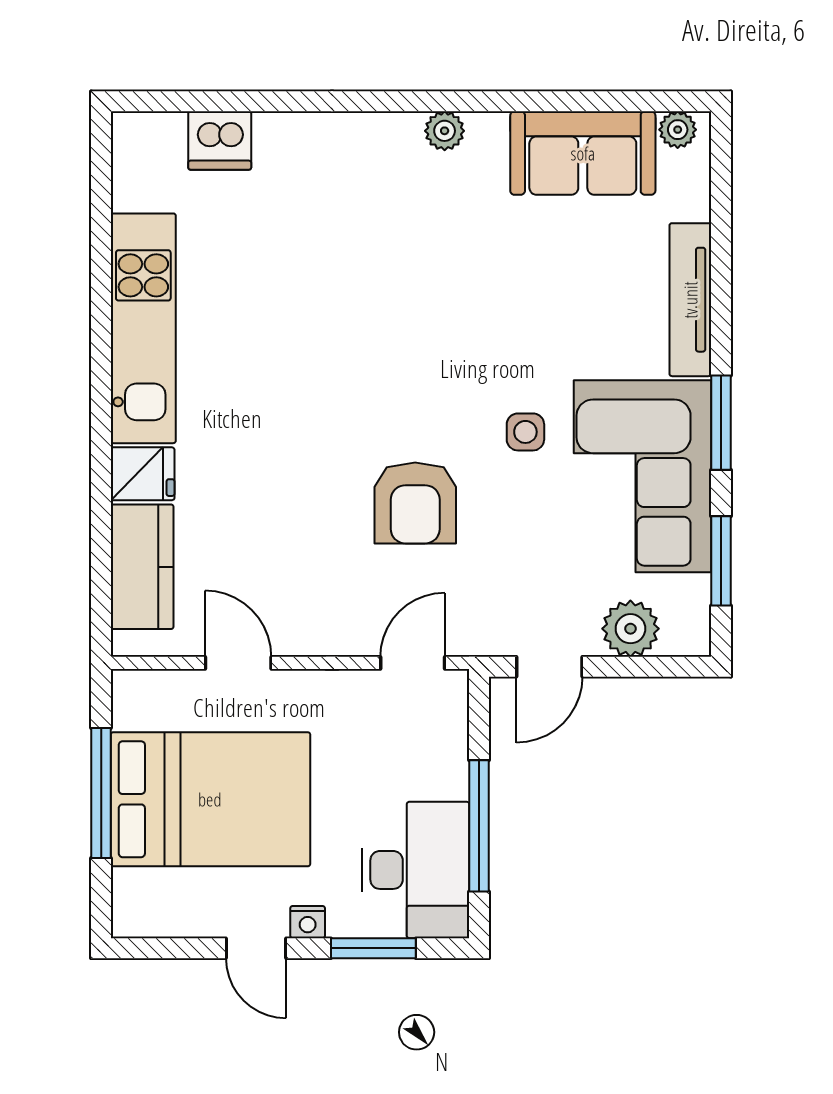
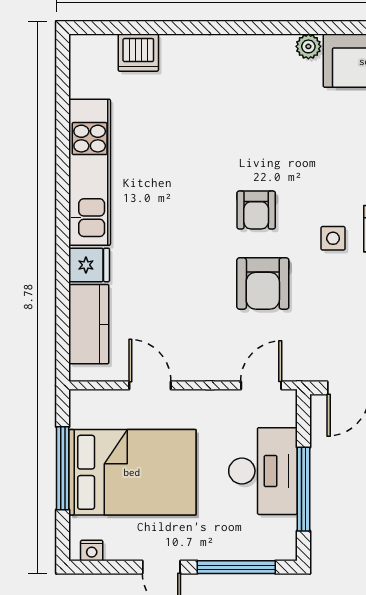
plant: (445, 131) -> (308, 46), moved
armchair: (405, 388) -> (256, 210), added
desk: (416, 870) -> (263, 471), moved
nightstand: (308, 922) -> (92, 550), moved
window: (373, 948) -> (236, 567), width x1.44

